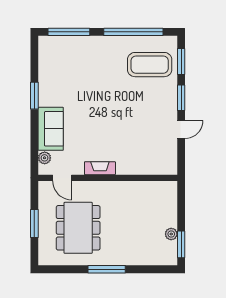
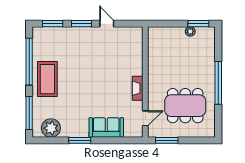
coffee table: (150, 65) -> (47, 79), moved
plant: (45, 158) -> (51, 128), moved, width x1.87, depth x1.87
window: (34, 224) -> (167, 140), moved
window: (107, 269) -> (218, 83), width x1.46

